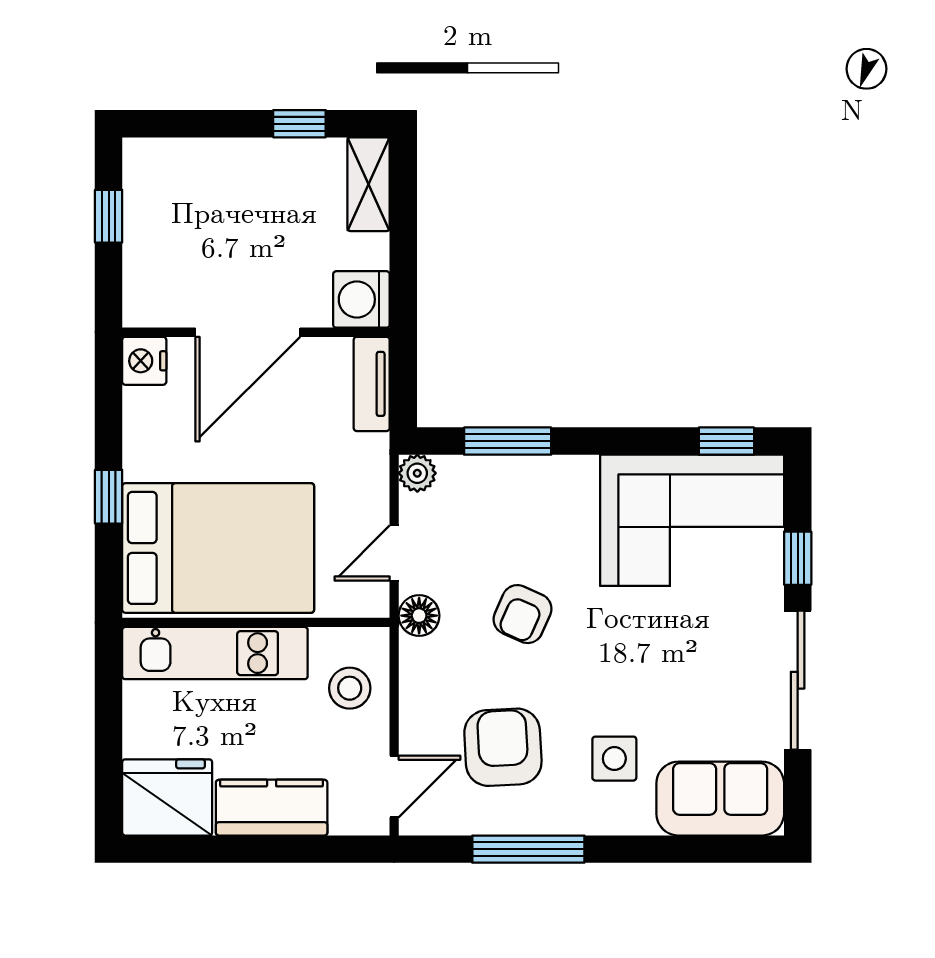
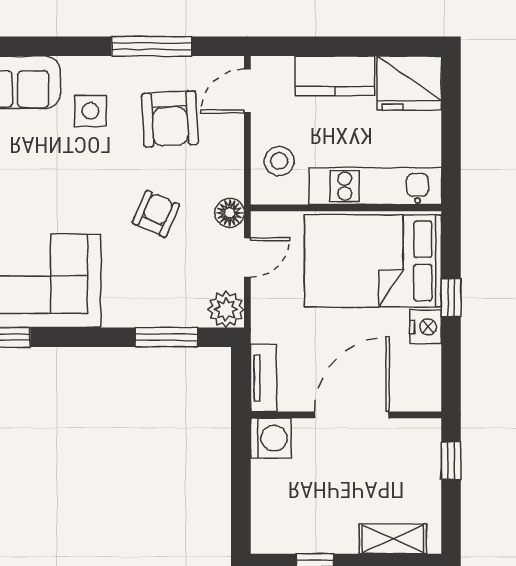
shelving: (369, 184) -> (393, 539), moved, turned 90
window: (109, 216) -> (451, 461), moved
nightstand: (144, 361) -> (426, 327), moved
plant: (417, 473) -> (226, 309), width x1.38, depth x1.38

